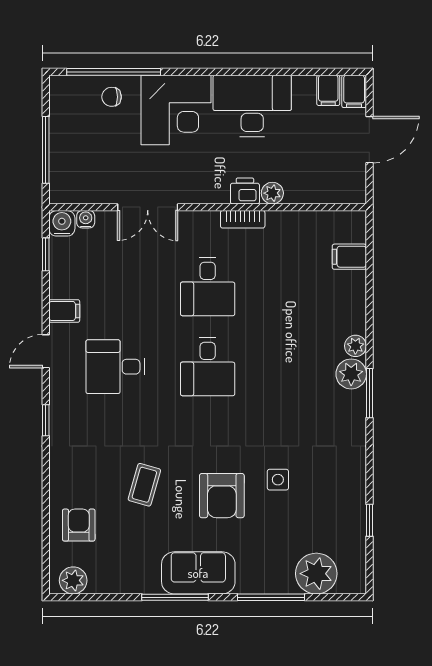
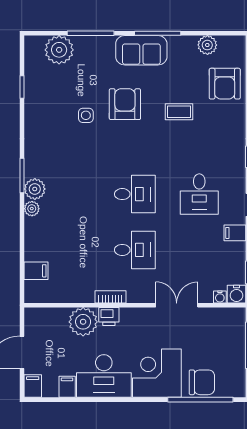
filing cabinet: (328, 90) -> (67, 387), moved
chair: (112, 97) -> (202, 382), width x1.87, depth x1.87
plant: (272, 193) -> (83, 322), width x1.88, depth x1.88
desk: (208, 287) -> (135, 250), turned 90
desk: (115, 367) -> (199, 194), turned 90
desk: (208, 367) -> (135, 194), turned 90
coffee table: (144, 485) -> (179, 112), turned 74
armchair: (79, 525) -> (225, 84), width x1.38, depth x1.38
plant: (73, 580) -> (207, 45), moved

